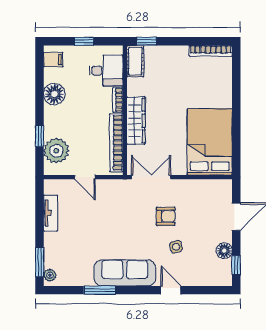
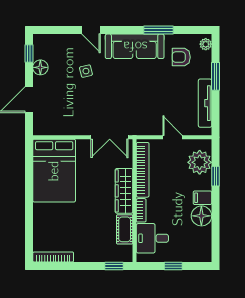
filing cabinet: (53, 60) -> (202, 198), moved
cot: (135, 61) -> (125, 229), moved
tv unit: (51, 213) -> (205, 103), width x1.41
armchair: (166, 216) -> (181, 57), moved
window: (40, 262) -> (215, 76), moved

